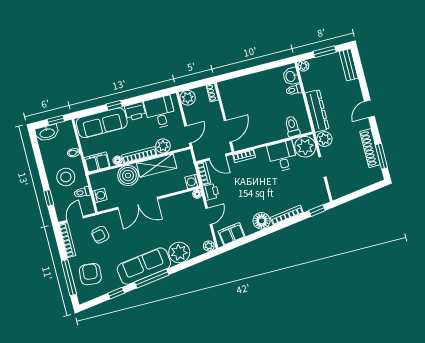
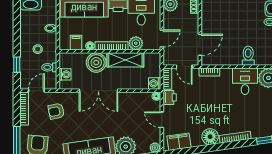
toilet: (292, 126) -> (248, 56), moved
filing cabinet: (97, 162) -> (76, 43), width x0.50
stool: (66, 177) -> (38, 49), width x0.53, depth x0.53
door: (209, 216) -> (162, 120), swing flipped

